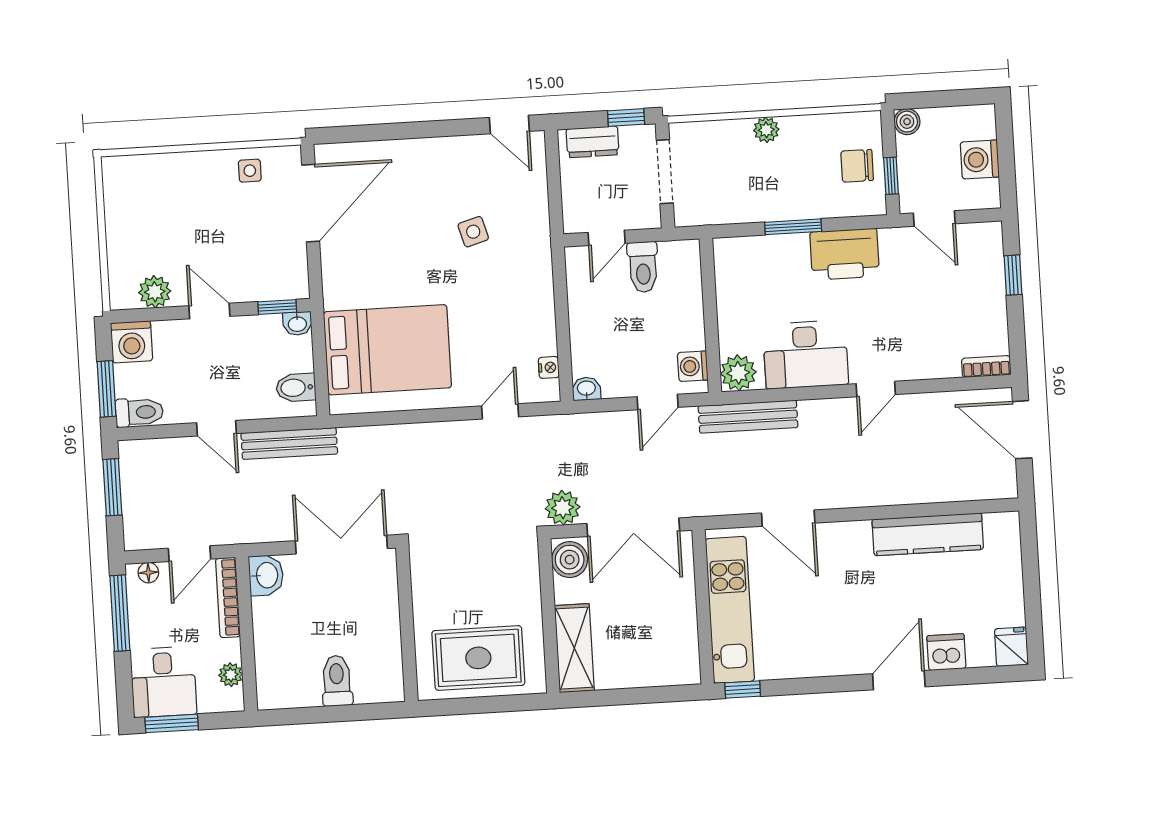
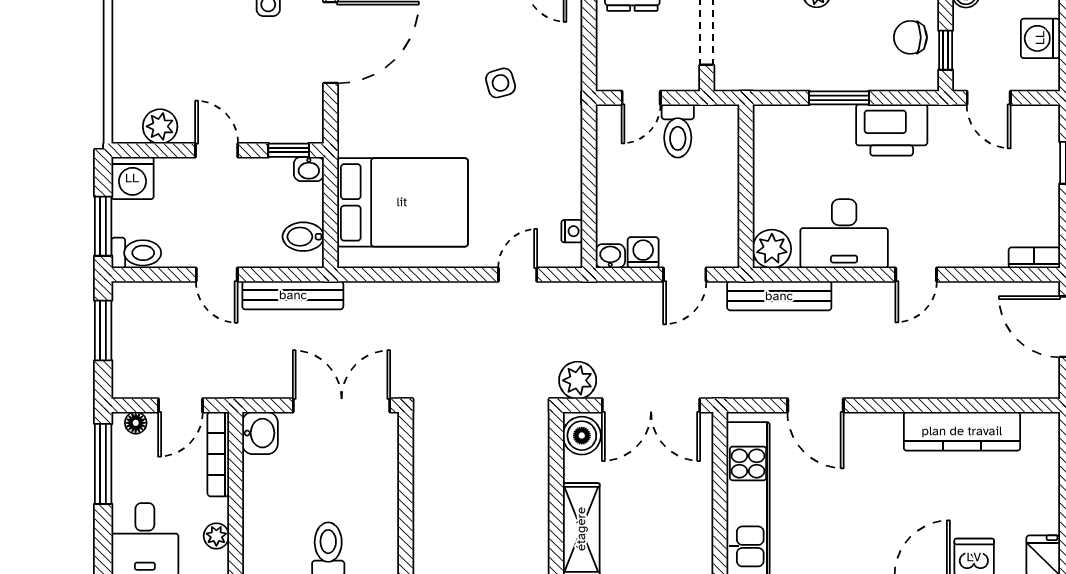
washing machine: (693, 366) -> (643, 253), moved, turned 90
rug: (478, 658) -> (479, 534), removed

